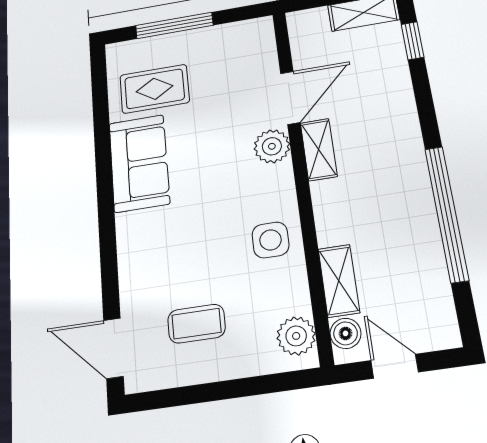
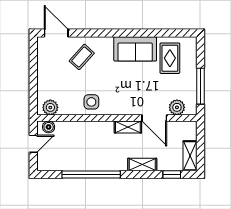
window: (174, 25) -> (200, 86), moved
plant: (272, 146) -> (177, 107), moved
shelving: (339, 281) -> (142, 165), moved
coffee table: (196, 324) -> (82, 57), moved, turned 42
door: (113, 348) -> (56, 33), hinge flipped

